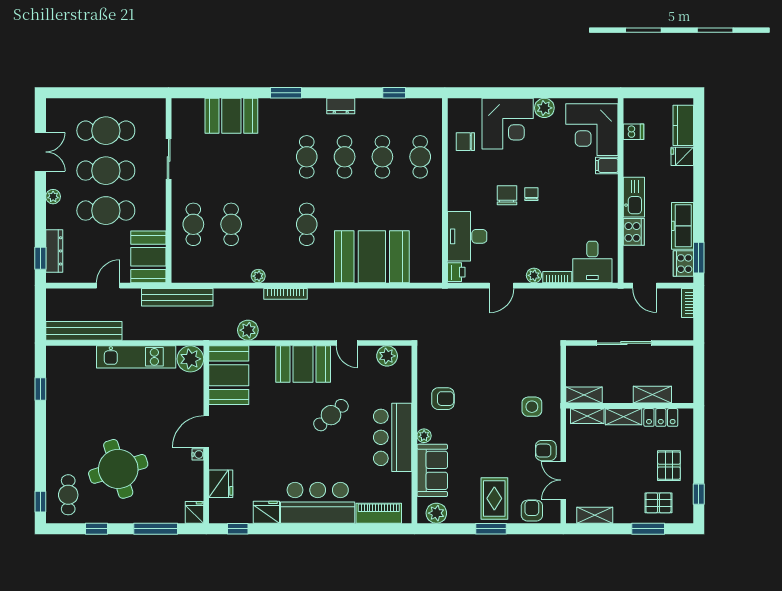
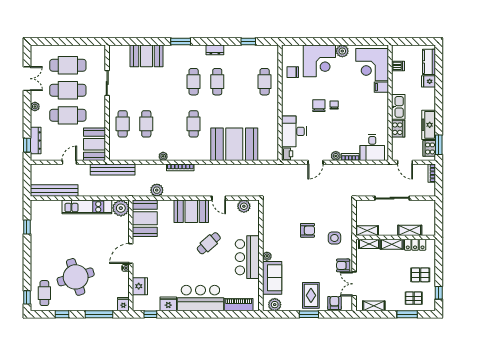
cafe table: (382, 157) -> (241, 82), removed
armchair: (443, 399) -> (307, 230), moved
pallet: (669, 466) -> (420, 275), turned 90

